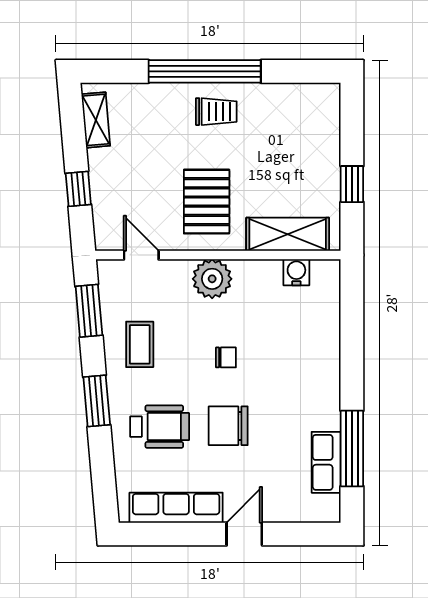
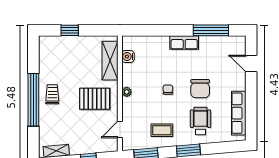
window: (352, 184) -> (70, 30), moved
plant: (212, 279) -> (127, 92), width x0.53, depth x0.53
row of seats: (326, 462) -> (184, 43), moved
door: (244, 534) -> (251, 63), moved

